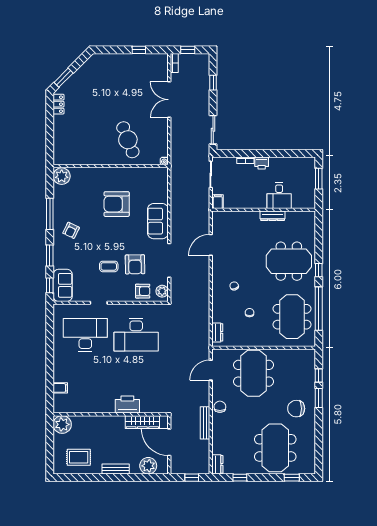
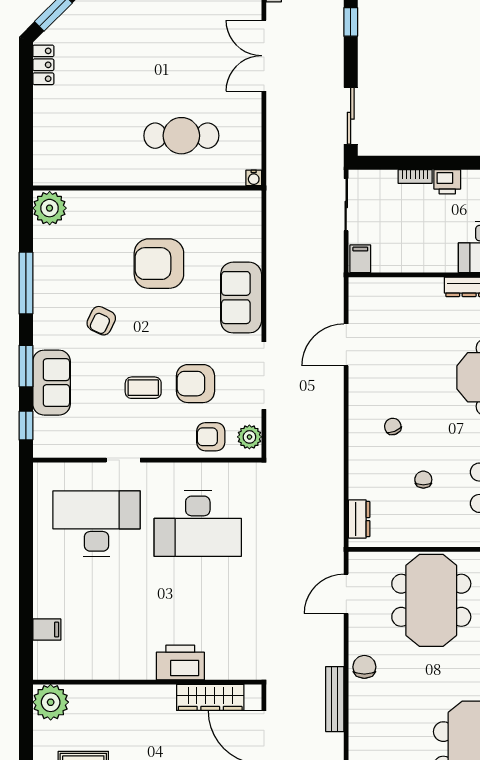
cafe table: (128, 140) -> (181, 136), turned -69
armchair: (71, 230) -> (101, 321), moved
armchair: (135, 264) -> (195, 384), turned 91
sofa: (63, 285) -> (52, 383), moved
armchair: (143, 291) -> (211, 437), turned 180

